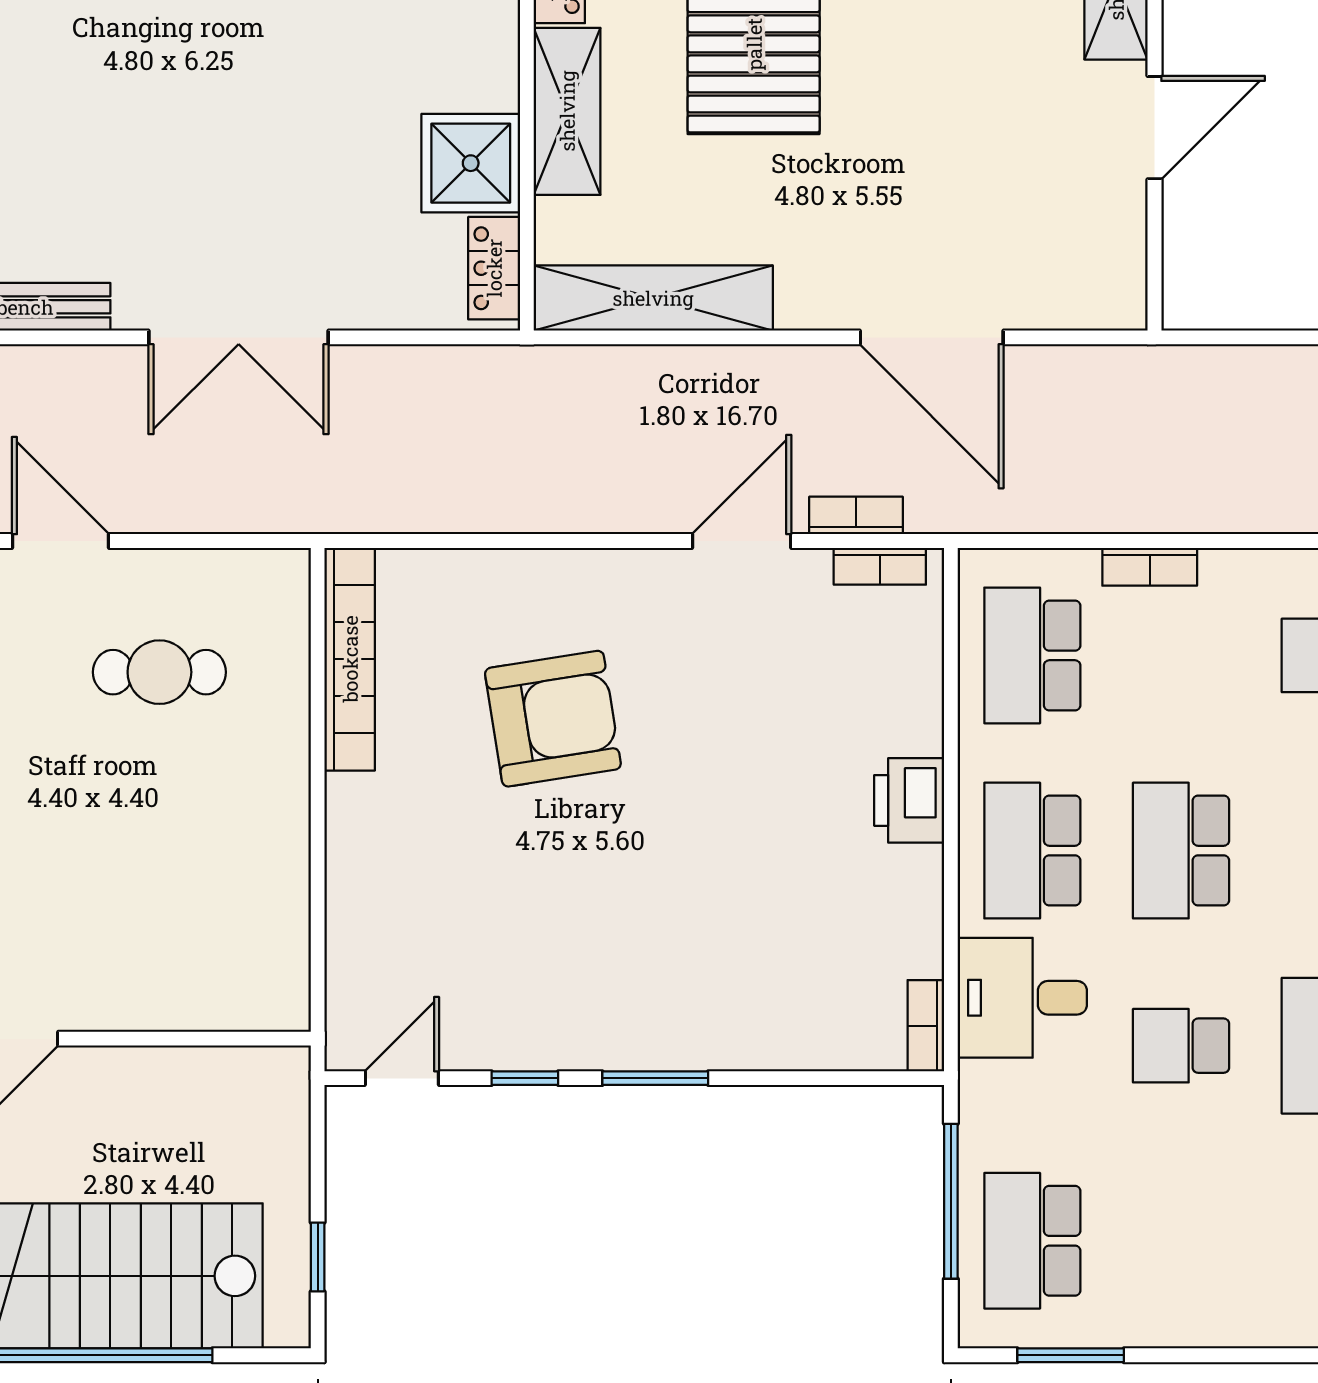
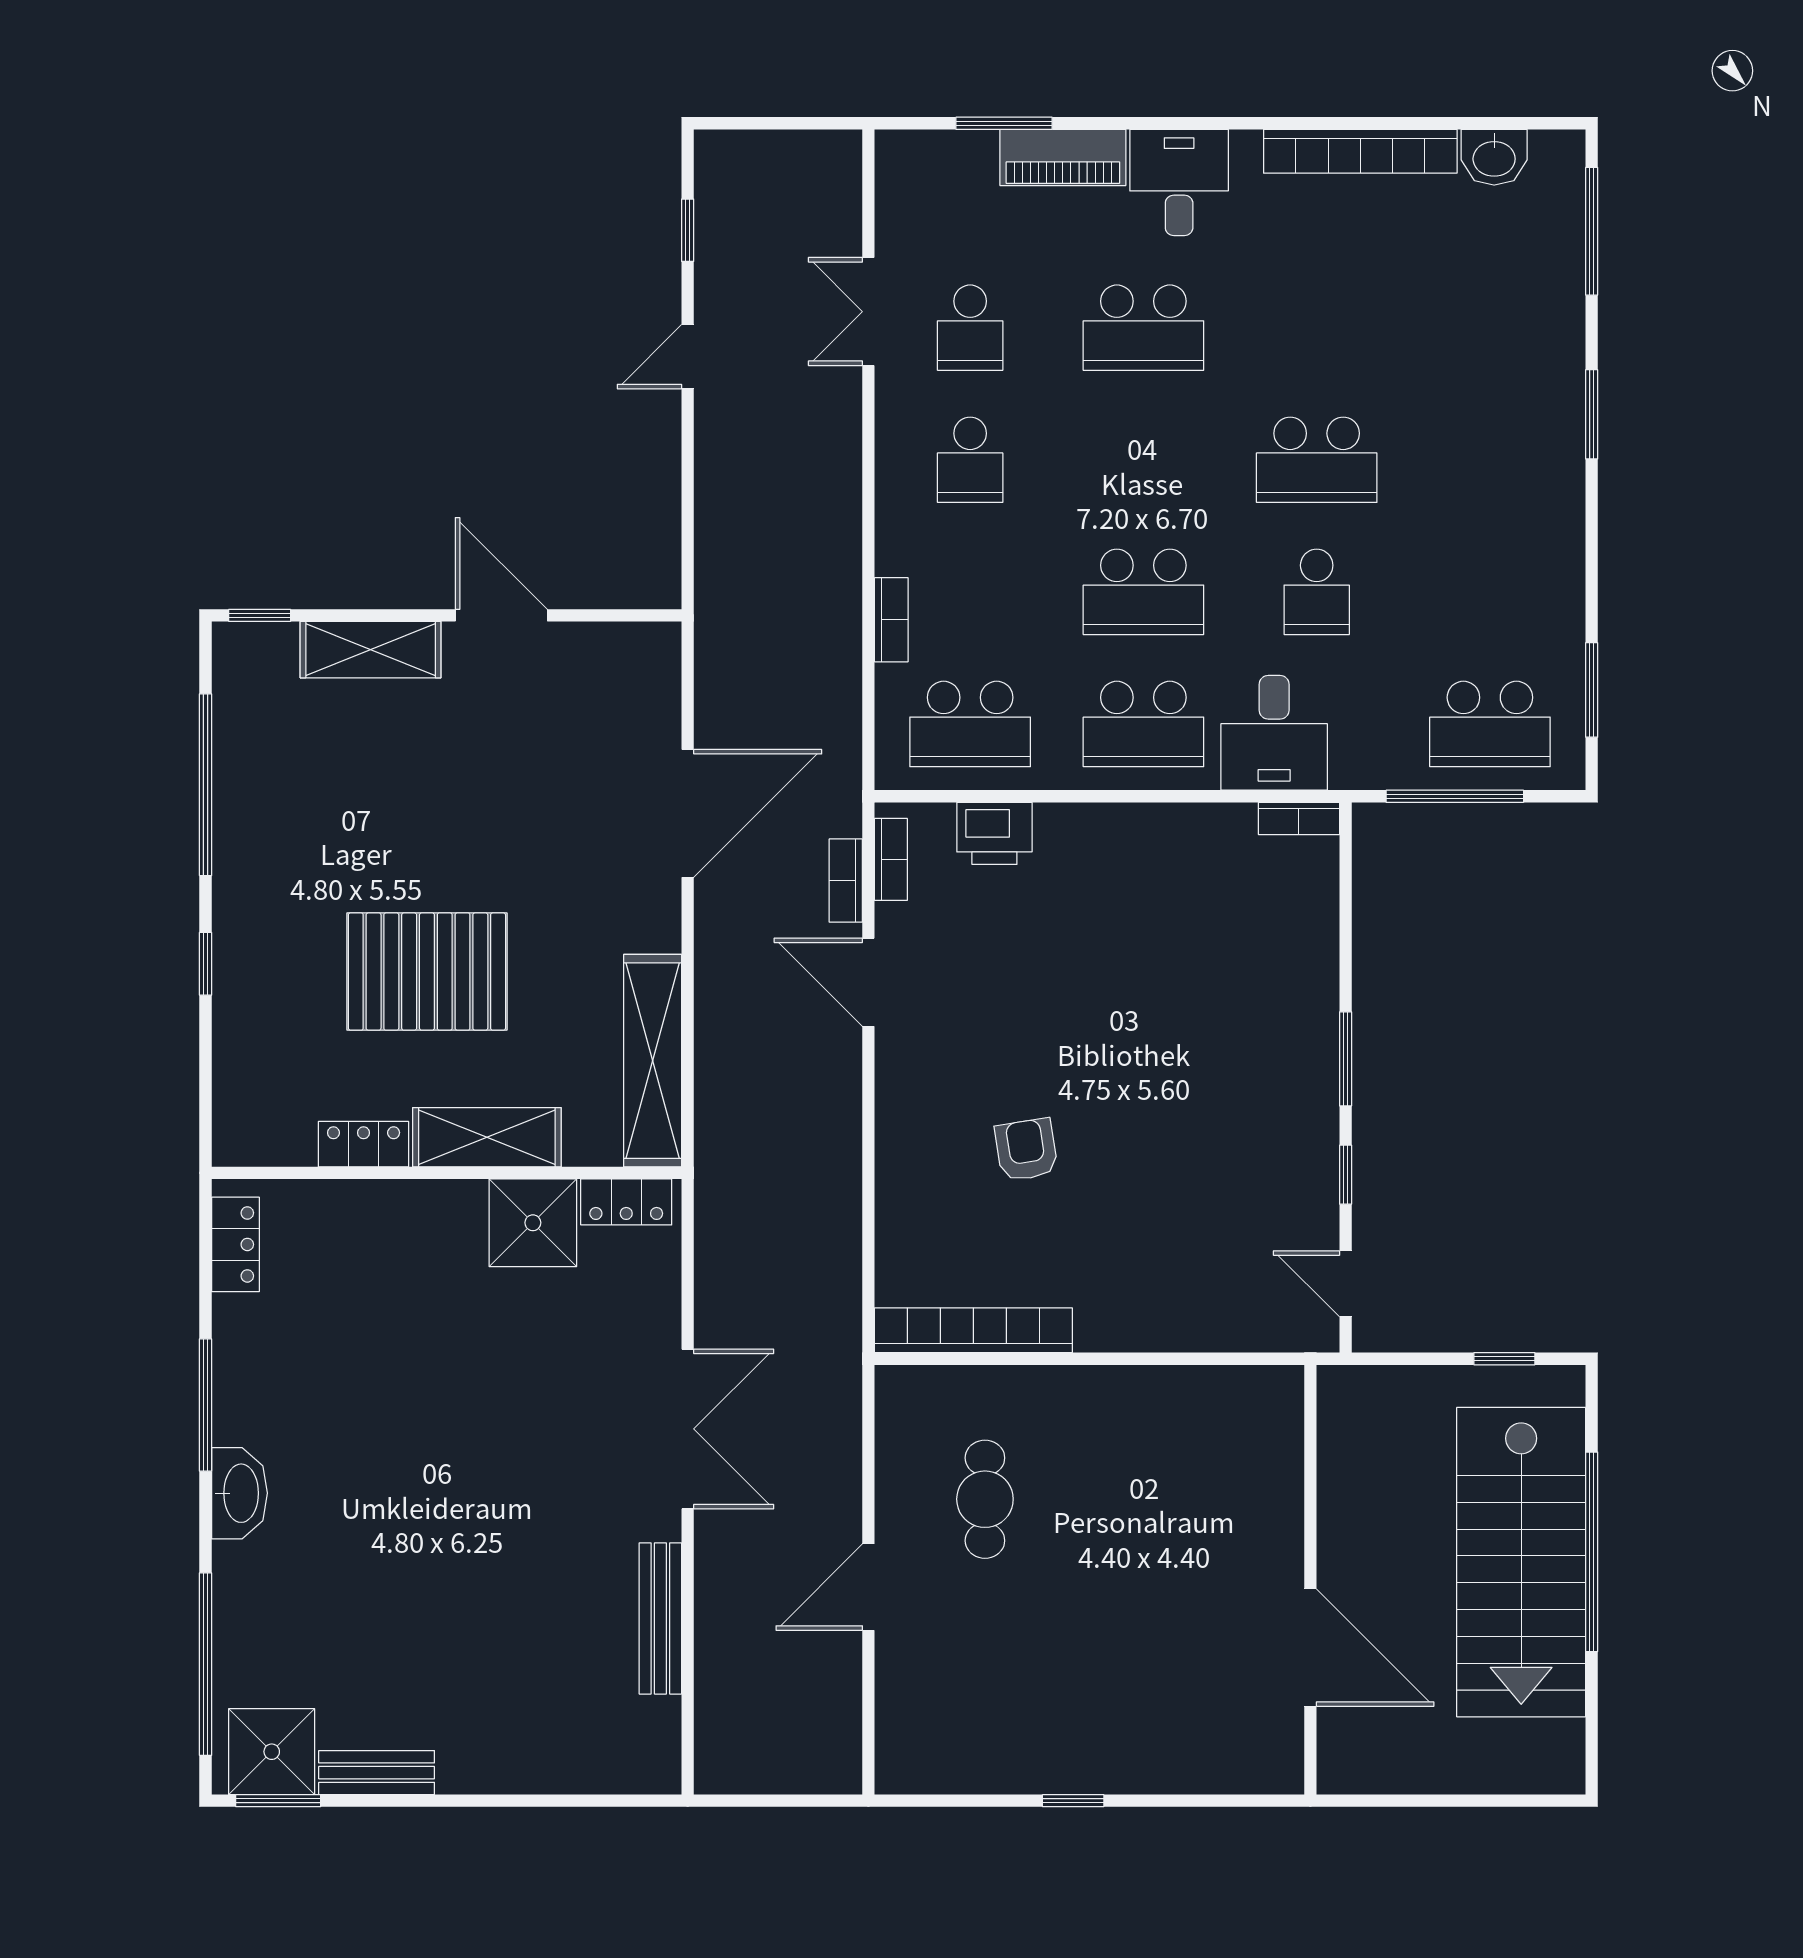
armchair: (553, 719) -> (1026, 1150), width x0.53, depth x0.53
printer: (909, 800) -> (994, 833), moved

